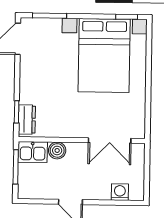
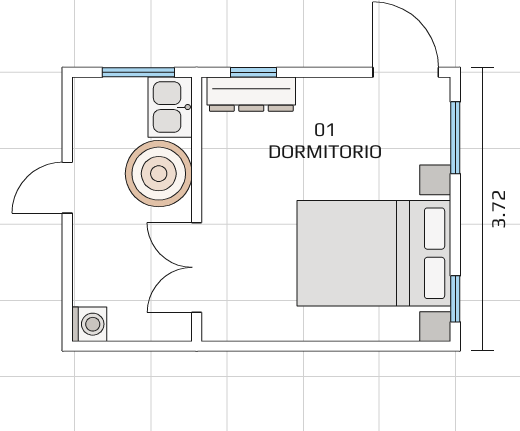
dresser: (27, 119) -> (251, 94), width x1.44
boiler: (57, 150) -> (159, 174), width x1.86, depth x1.86
washing machine: (120, 192) -> (89, 324), moved

